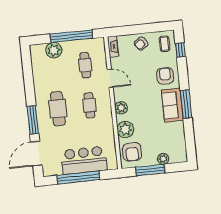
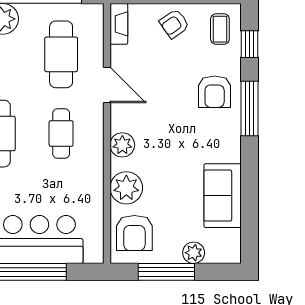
cafe table: (85, 65) -> (61, 54), width x1.37, depth x1.35
armchair: (165, 76) -> (215, 92), turned 180
window: (186, 104) -> (249, 108), moved
sofa: (172, 105) -> (223, 196), moved

